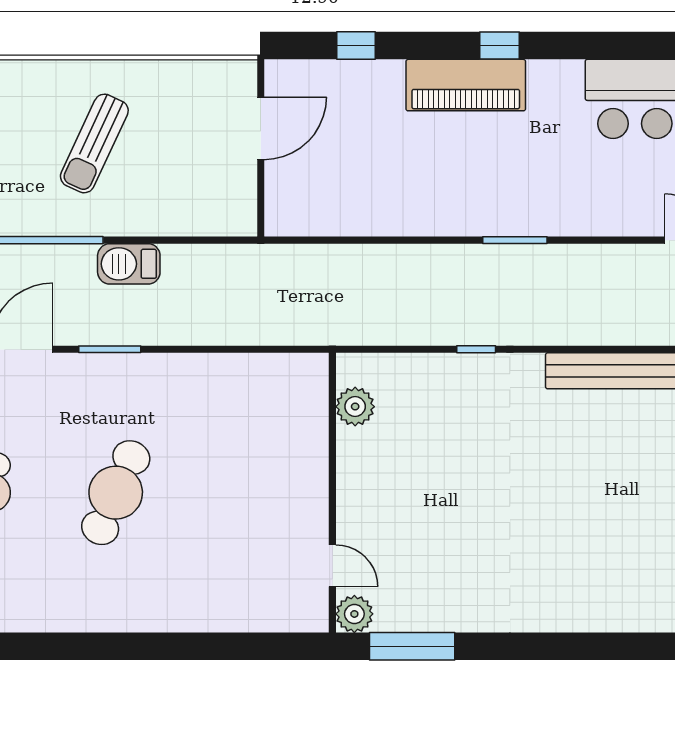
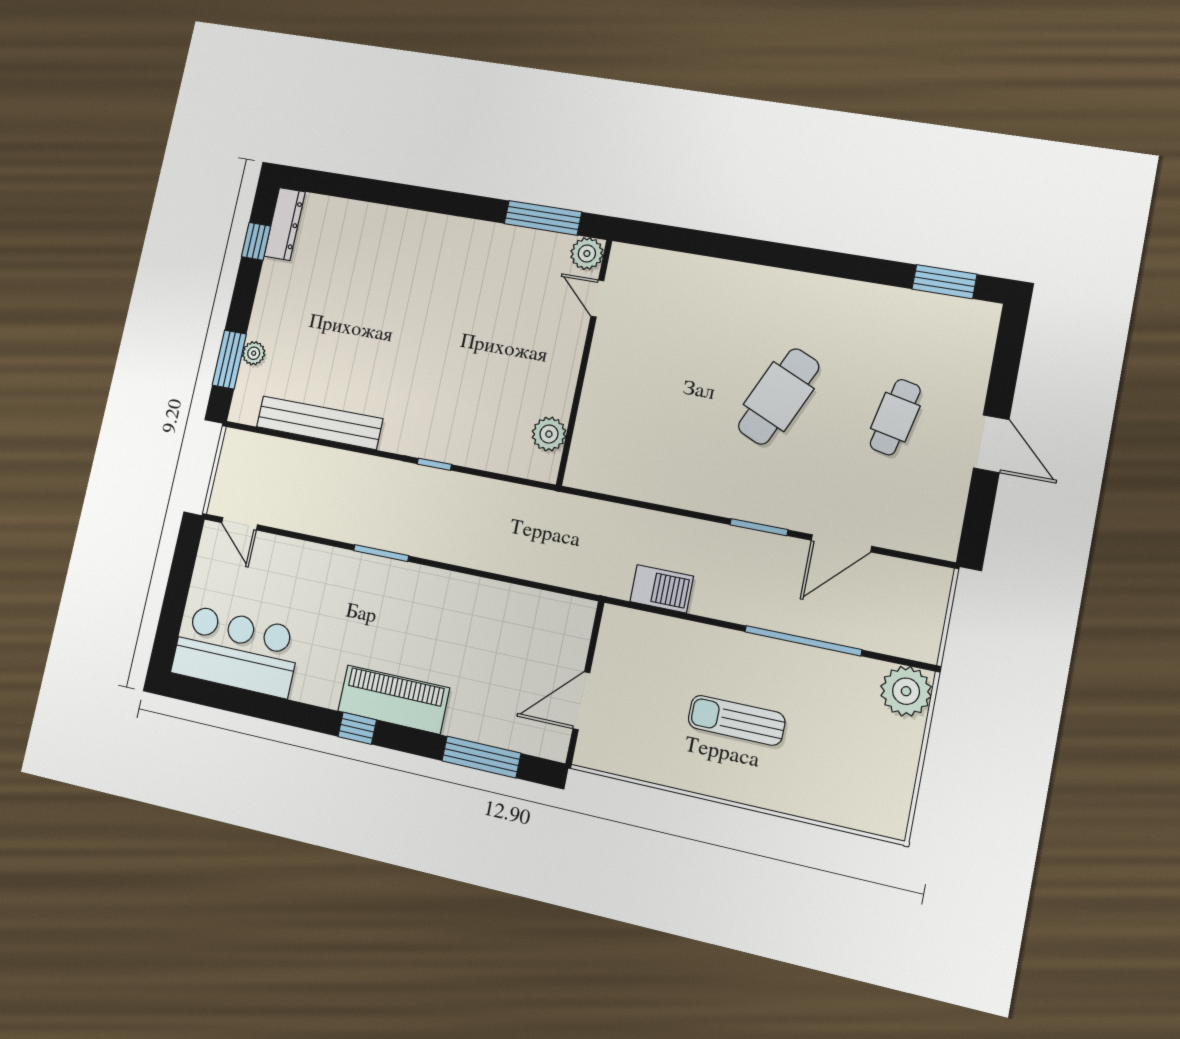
window: (356, 46) -> (481, 757), width x2.17
sun lounger: (94, 143) -> (736, 720), turned -115
barbecue: (129, 264) -> (662, 589), moved

